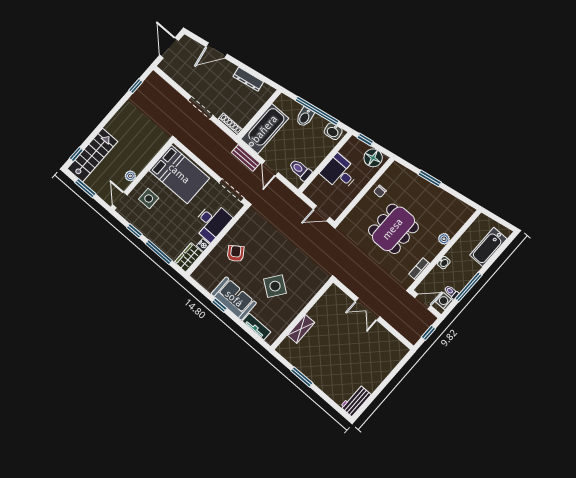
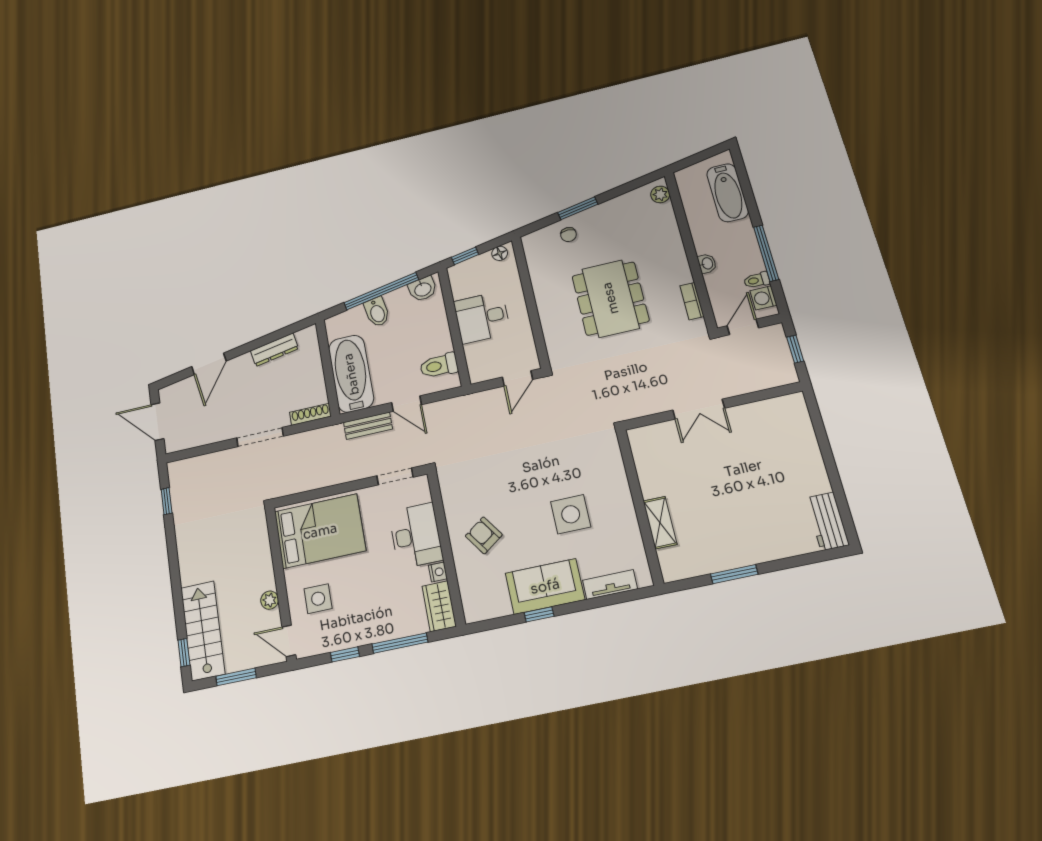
floor lamp: (373, 158) -> (500, 253), width x0.53, depth x0.53
doorway: (231, 190) -> (395, 476), width x0.73
chair: (380, 191) -> (568, 235), moved
plant: (444, 239) -> (660, 194), moved
side table: (275, 286) -> (571, 514), turned -36

